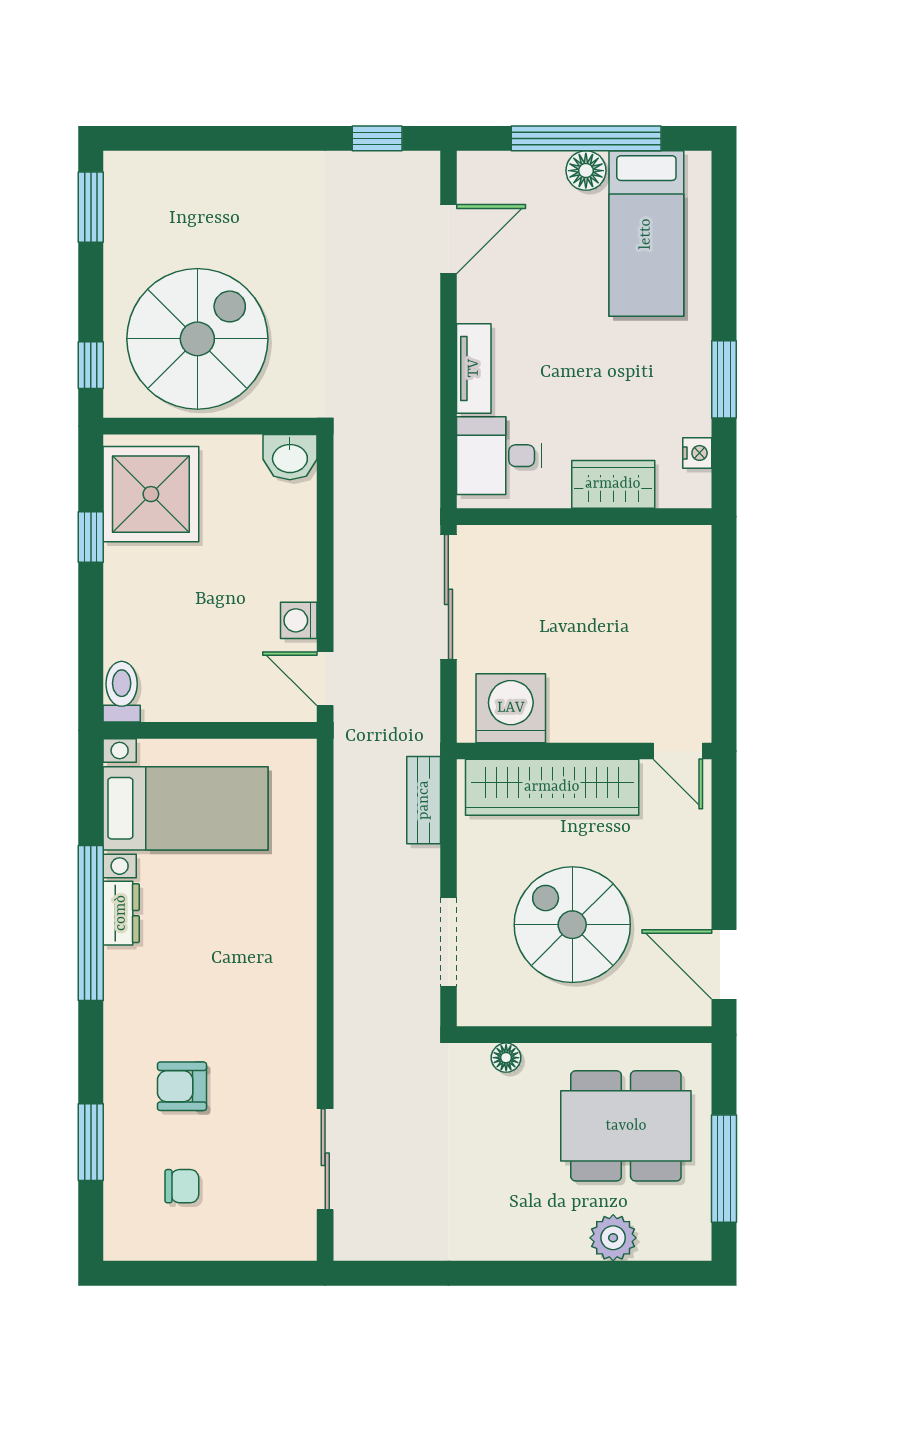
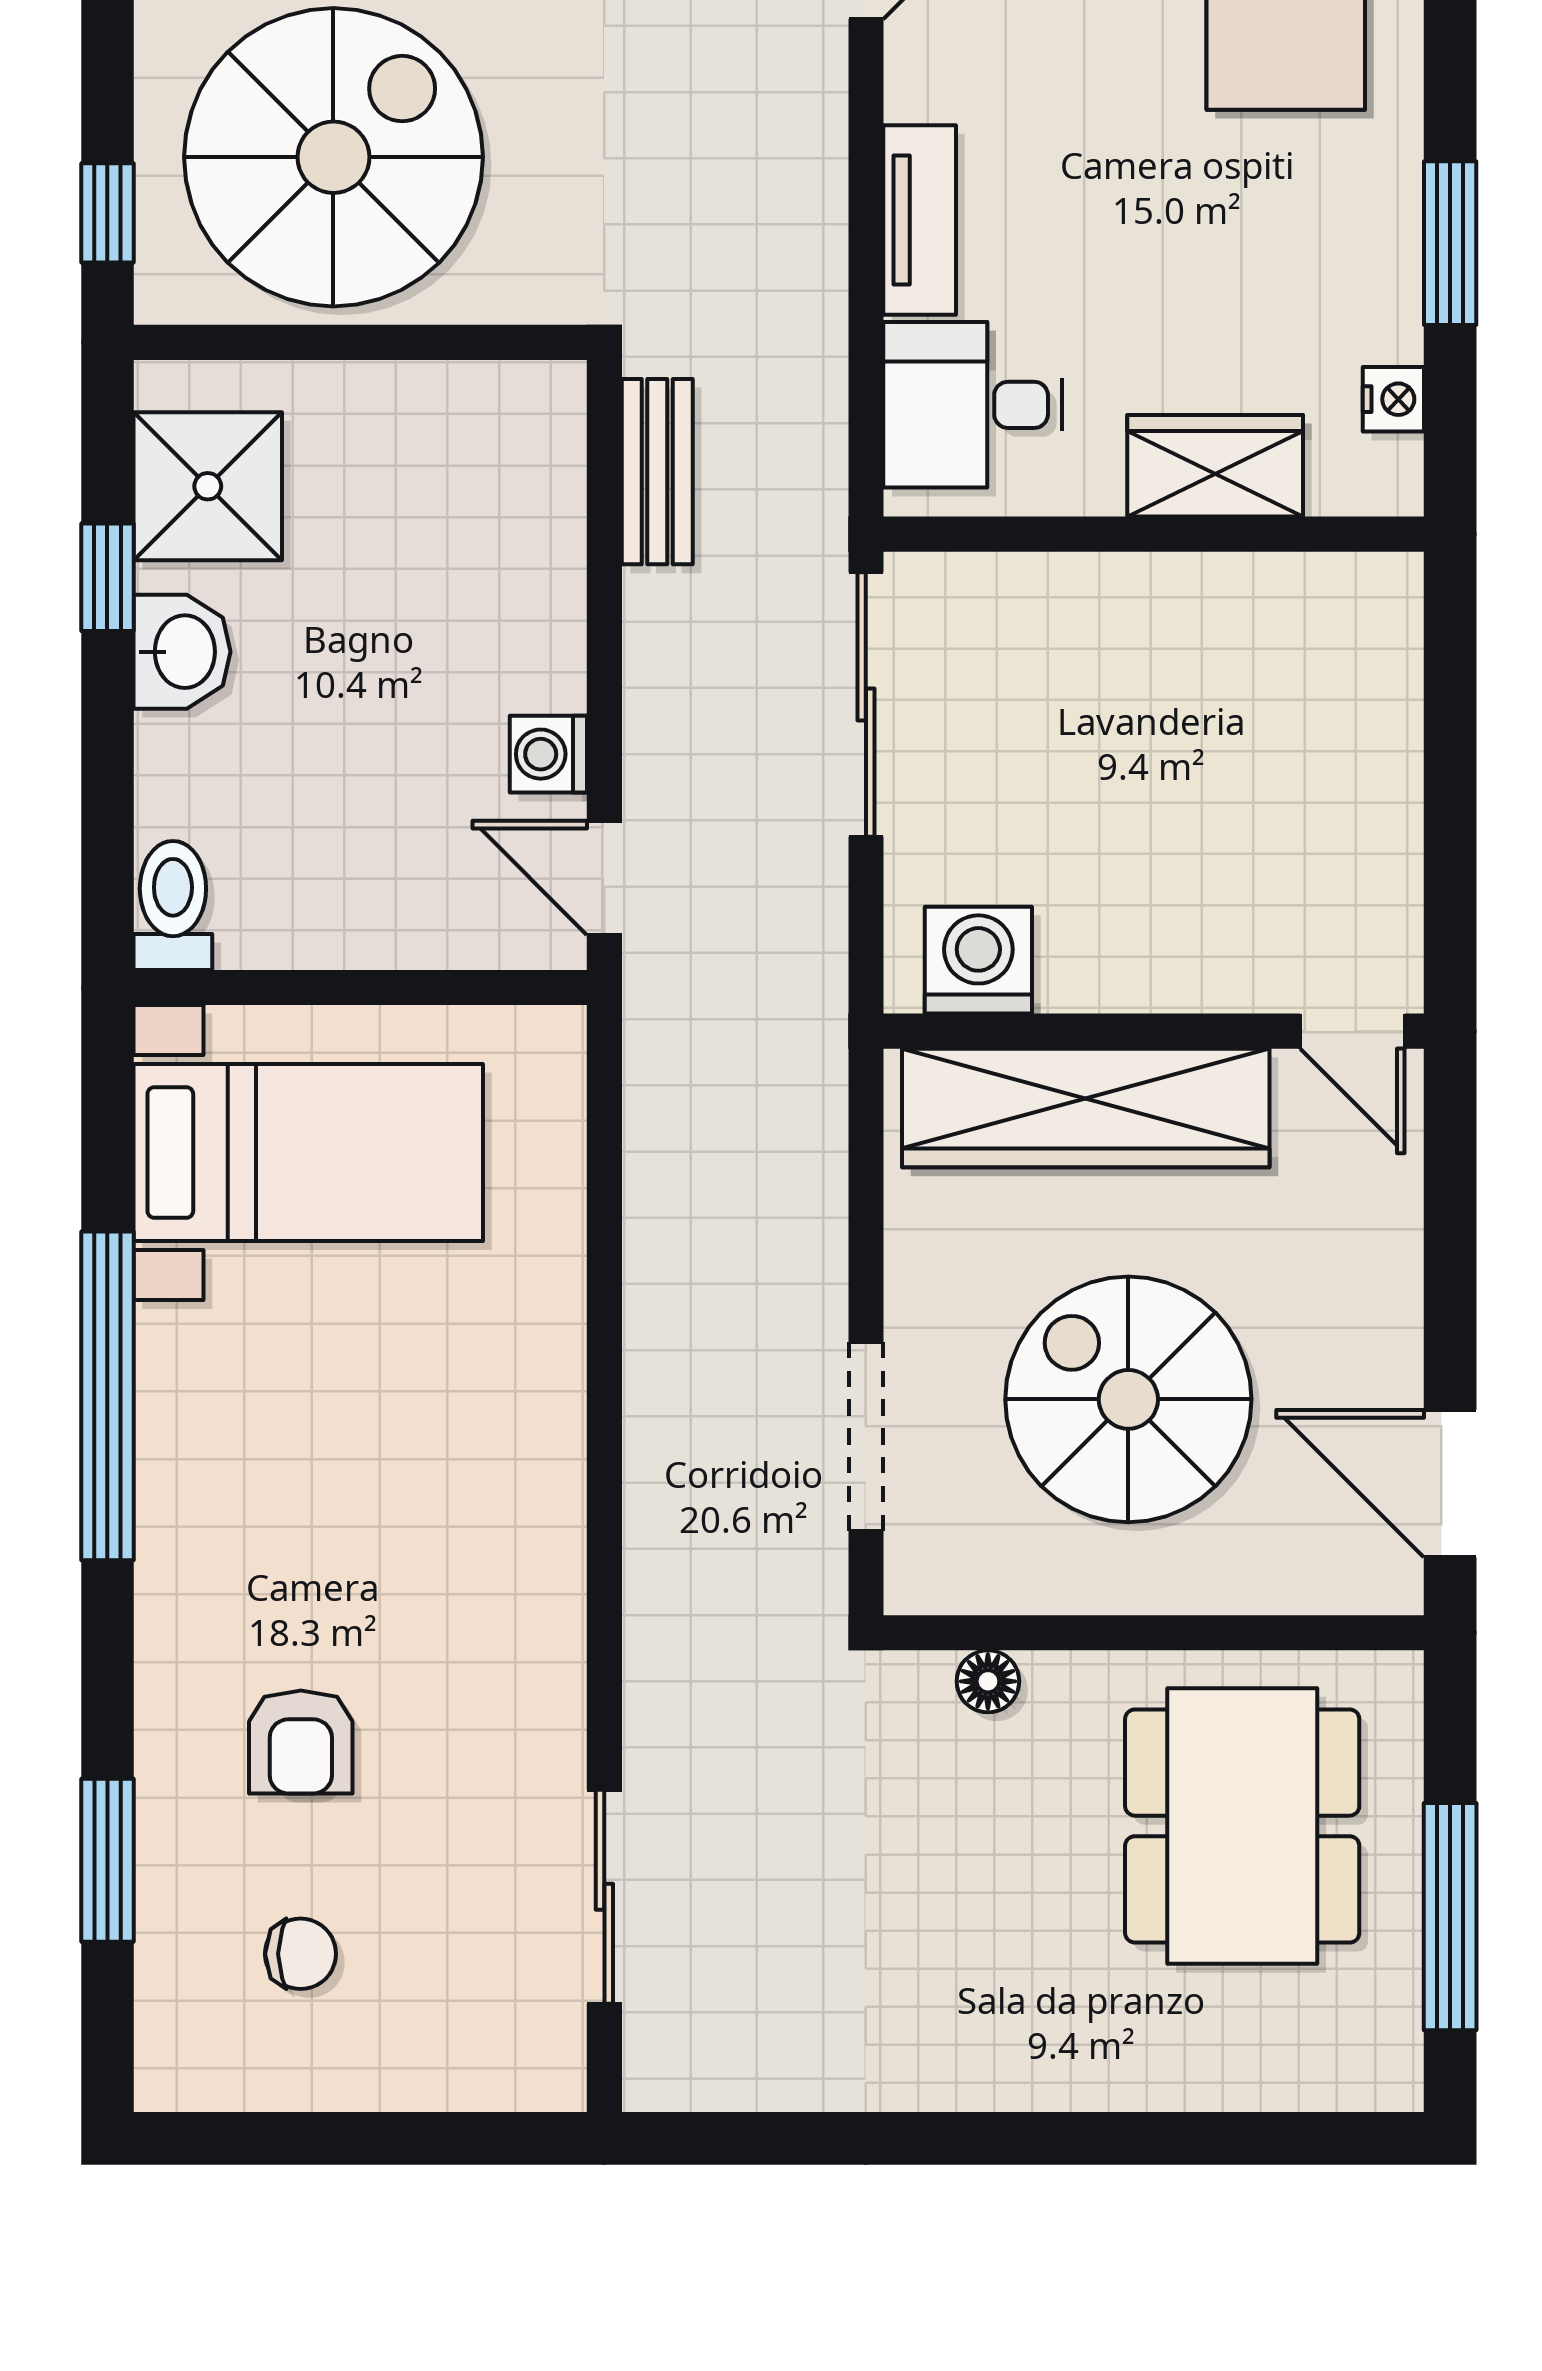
washbasin: (290, 457) -> (182, 652), moved, turned -90
shower: (151, 494) -> (208, 486), width x0.73, depth x0.73
washing machine: (511, 708) -> (978, 960), width x0.73, depth x0.73
bench: (424, 800) -> (657, 472), moved
dresser: (121, 913) -> (172, 1375), removed
armchair: (182, 1086) -> (301, 1742), turned -90
dining table: (626, 1126) -> (1242, 1826), turned 90
plant: (613, 1238) -> (1215, 2063), removed

